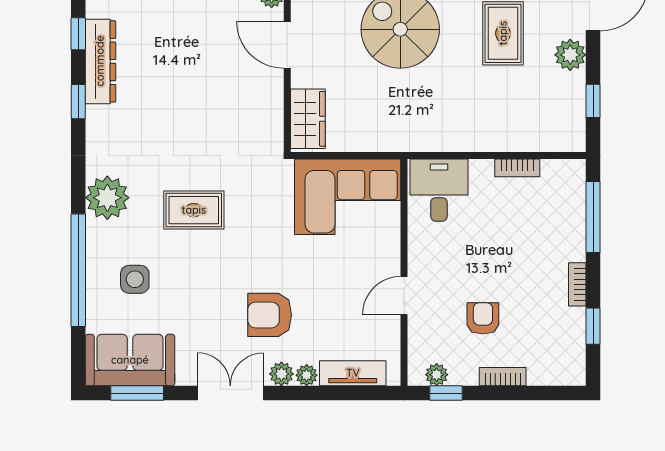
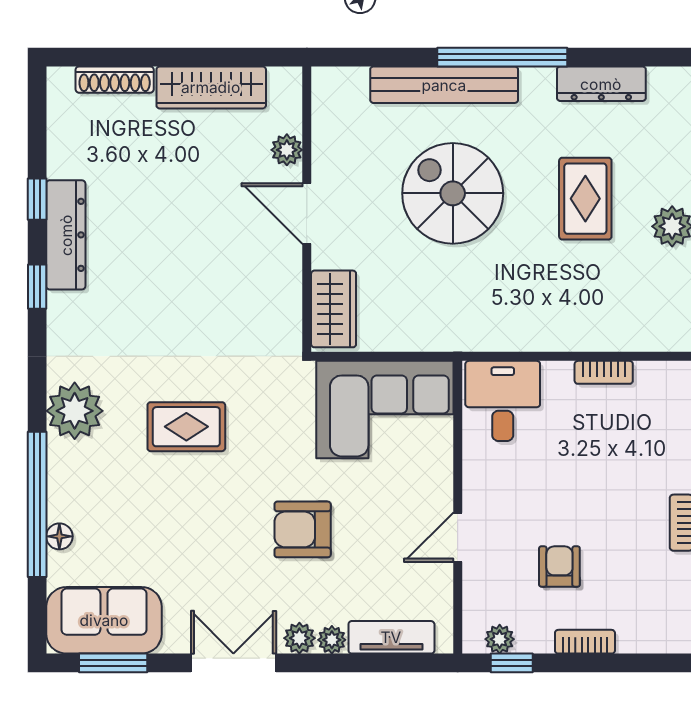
side table: (135, 279) -> (110, 516), removed
floor lamp: (95, 295) -> (59, 536), added
armchair: (270, 315) -> (303, 529), moved

